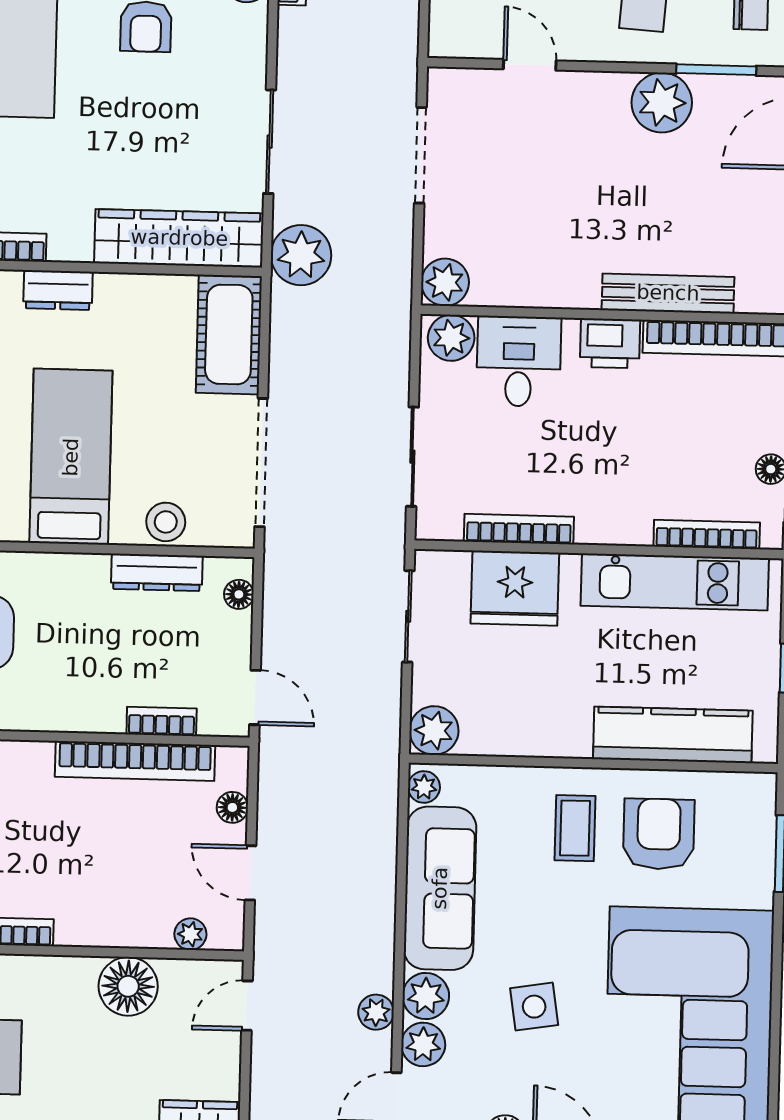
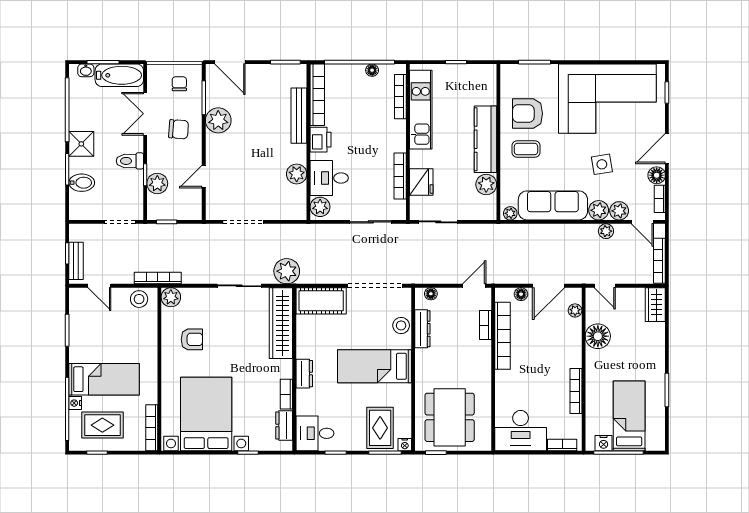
plant: (445, 282) -> (297, 174), moved
fridge: (515, 588) -> (421, 182), width x0.73, depth x0.75
plant: (434, 730) -> (486, 184), moved
kitchen counter: (673, 735) -> (485, 139), moved
door: (250, 873) -> (548, 286), width x1.38

